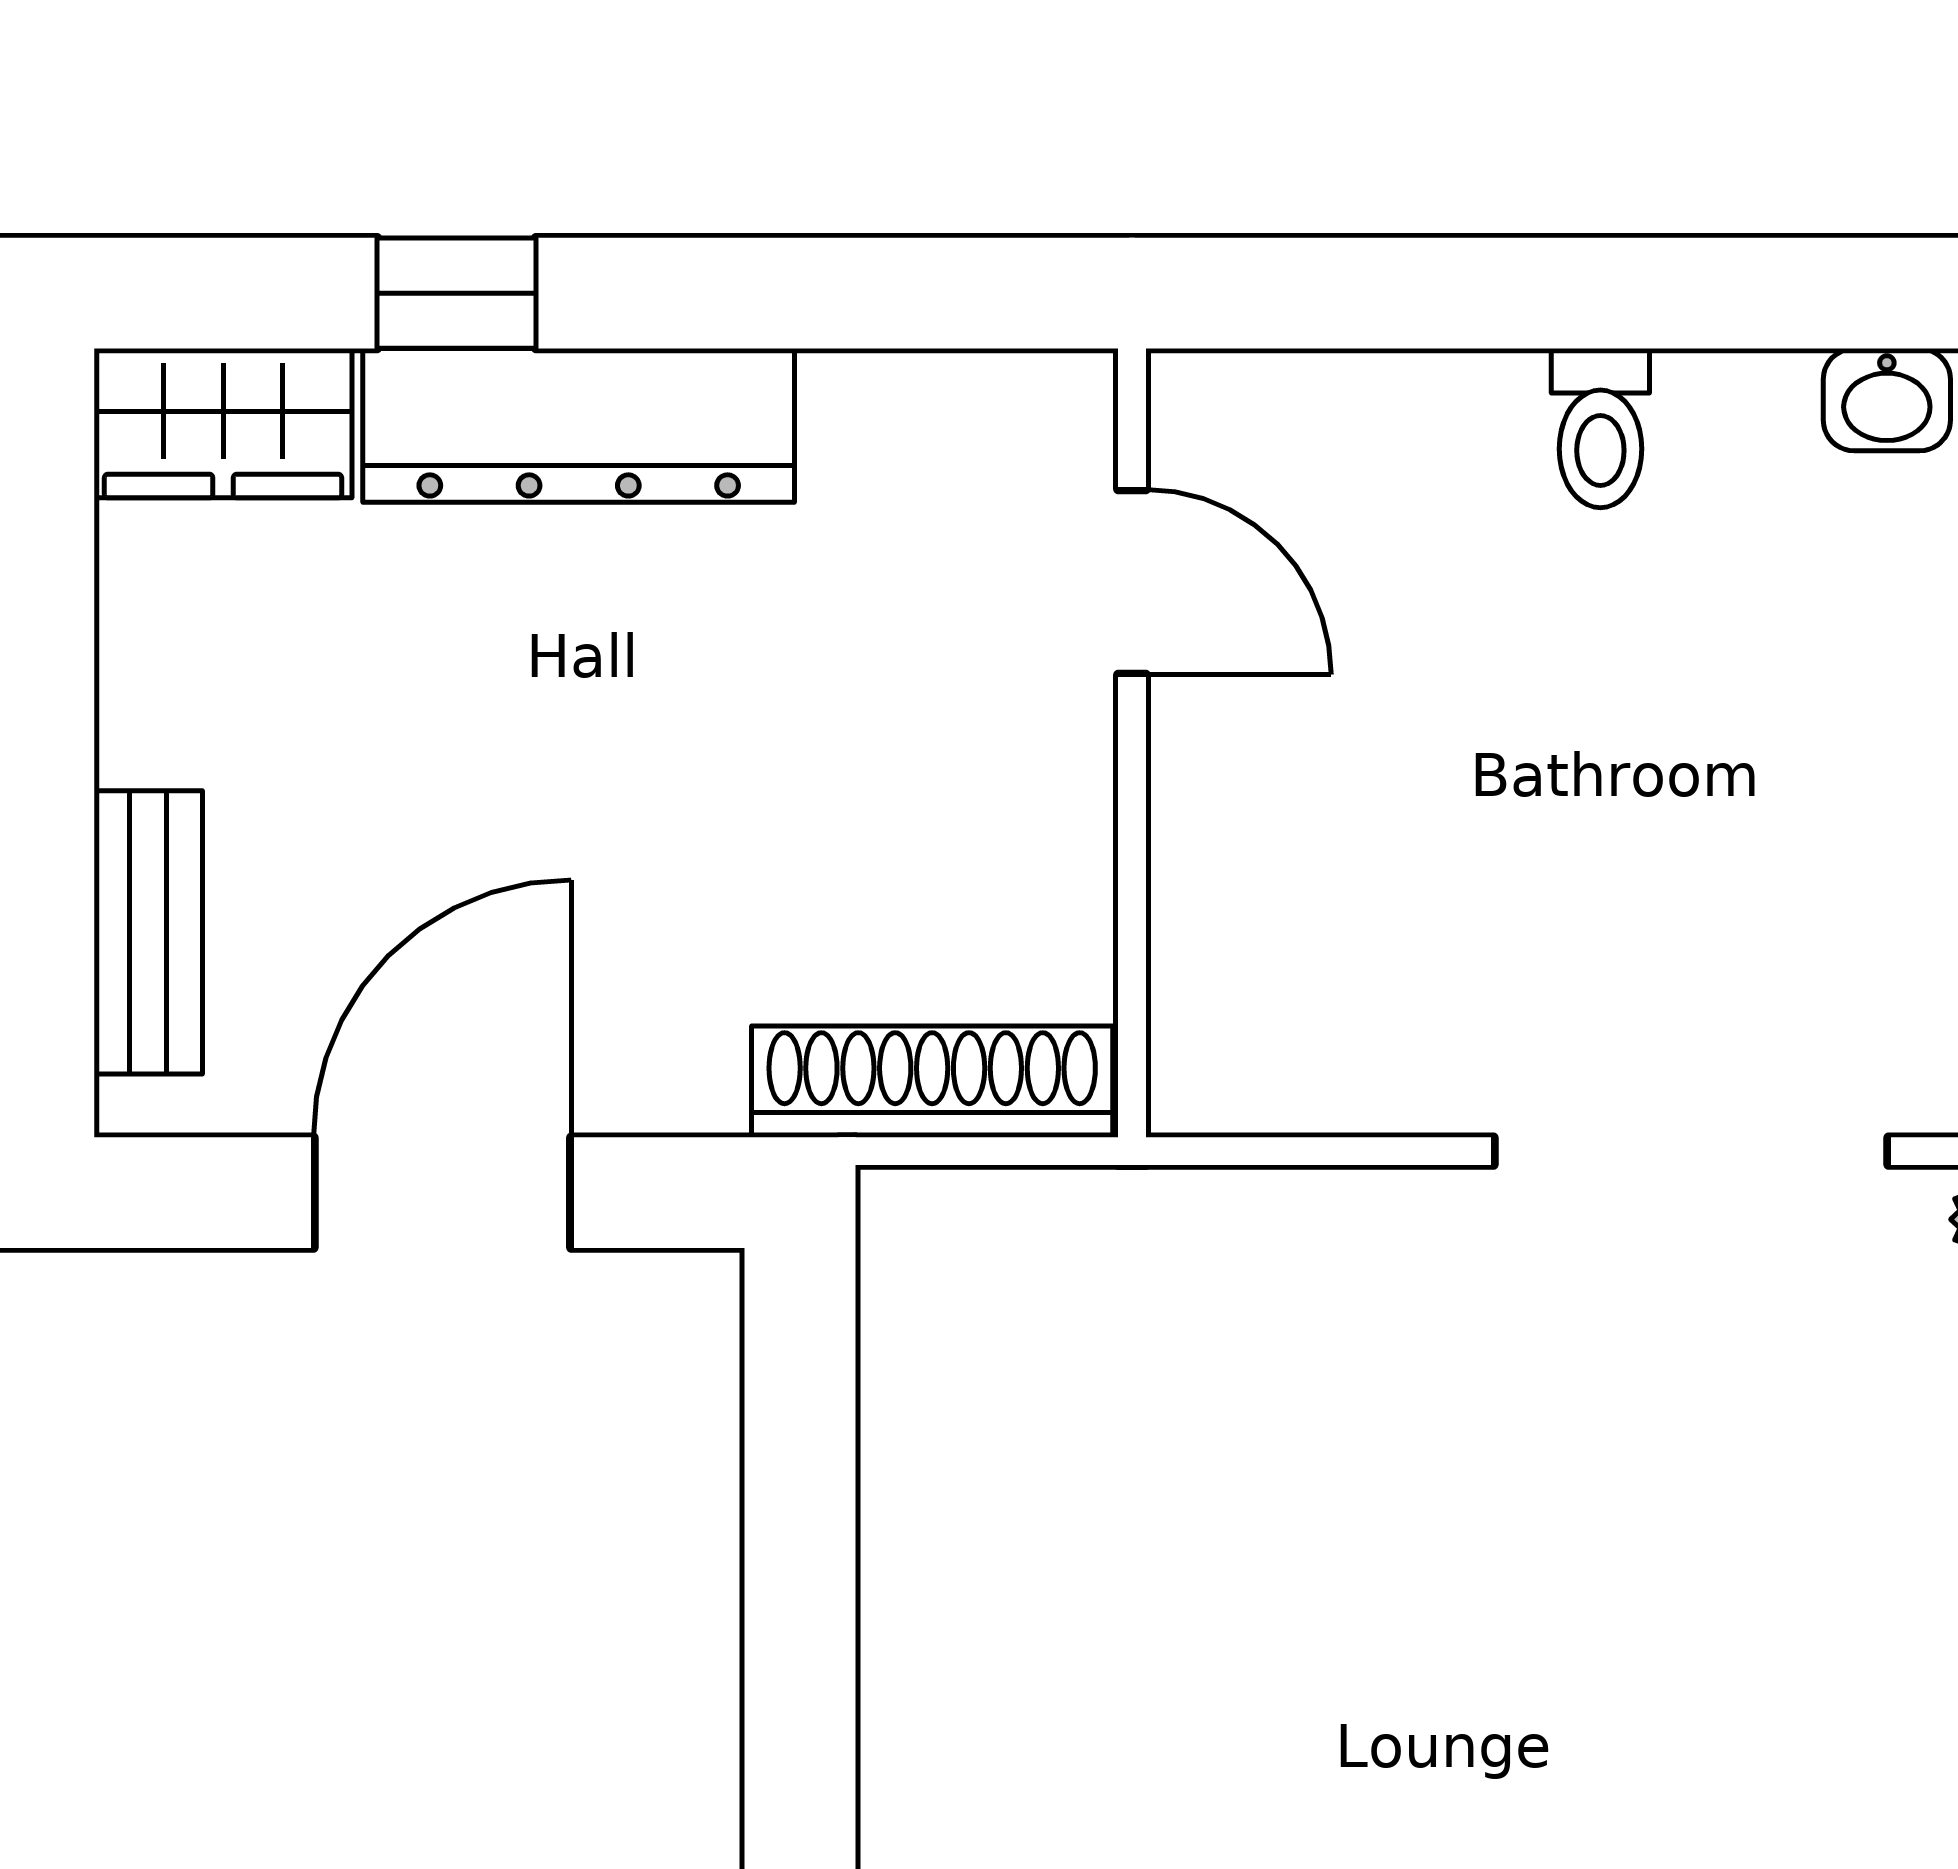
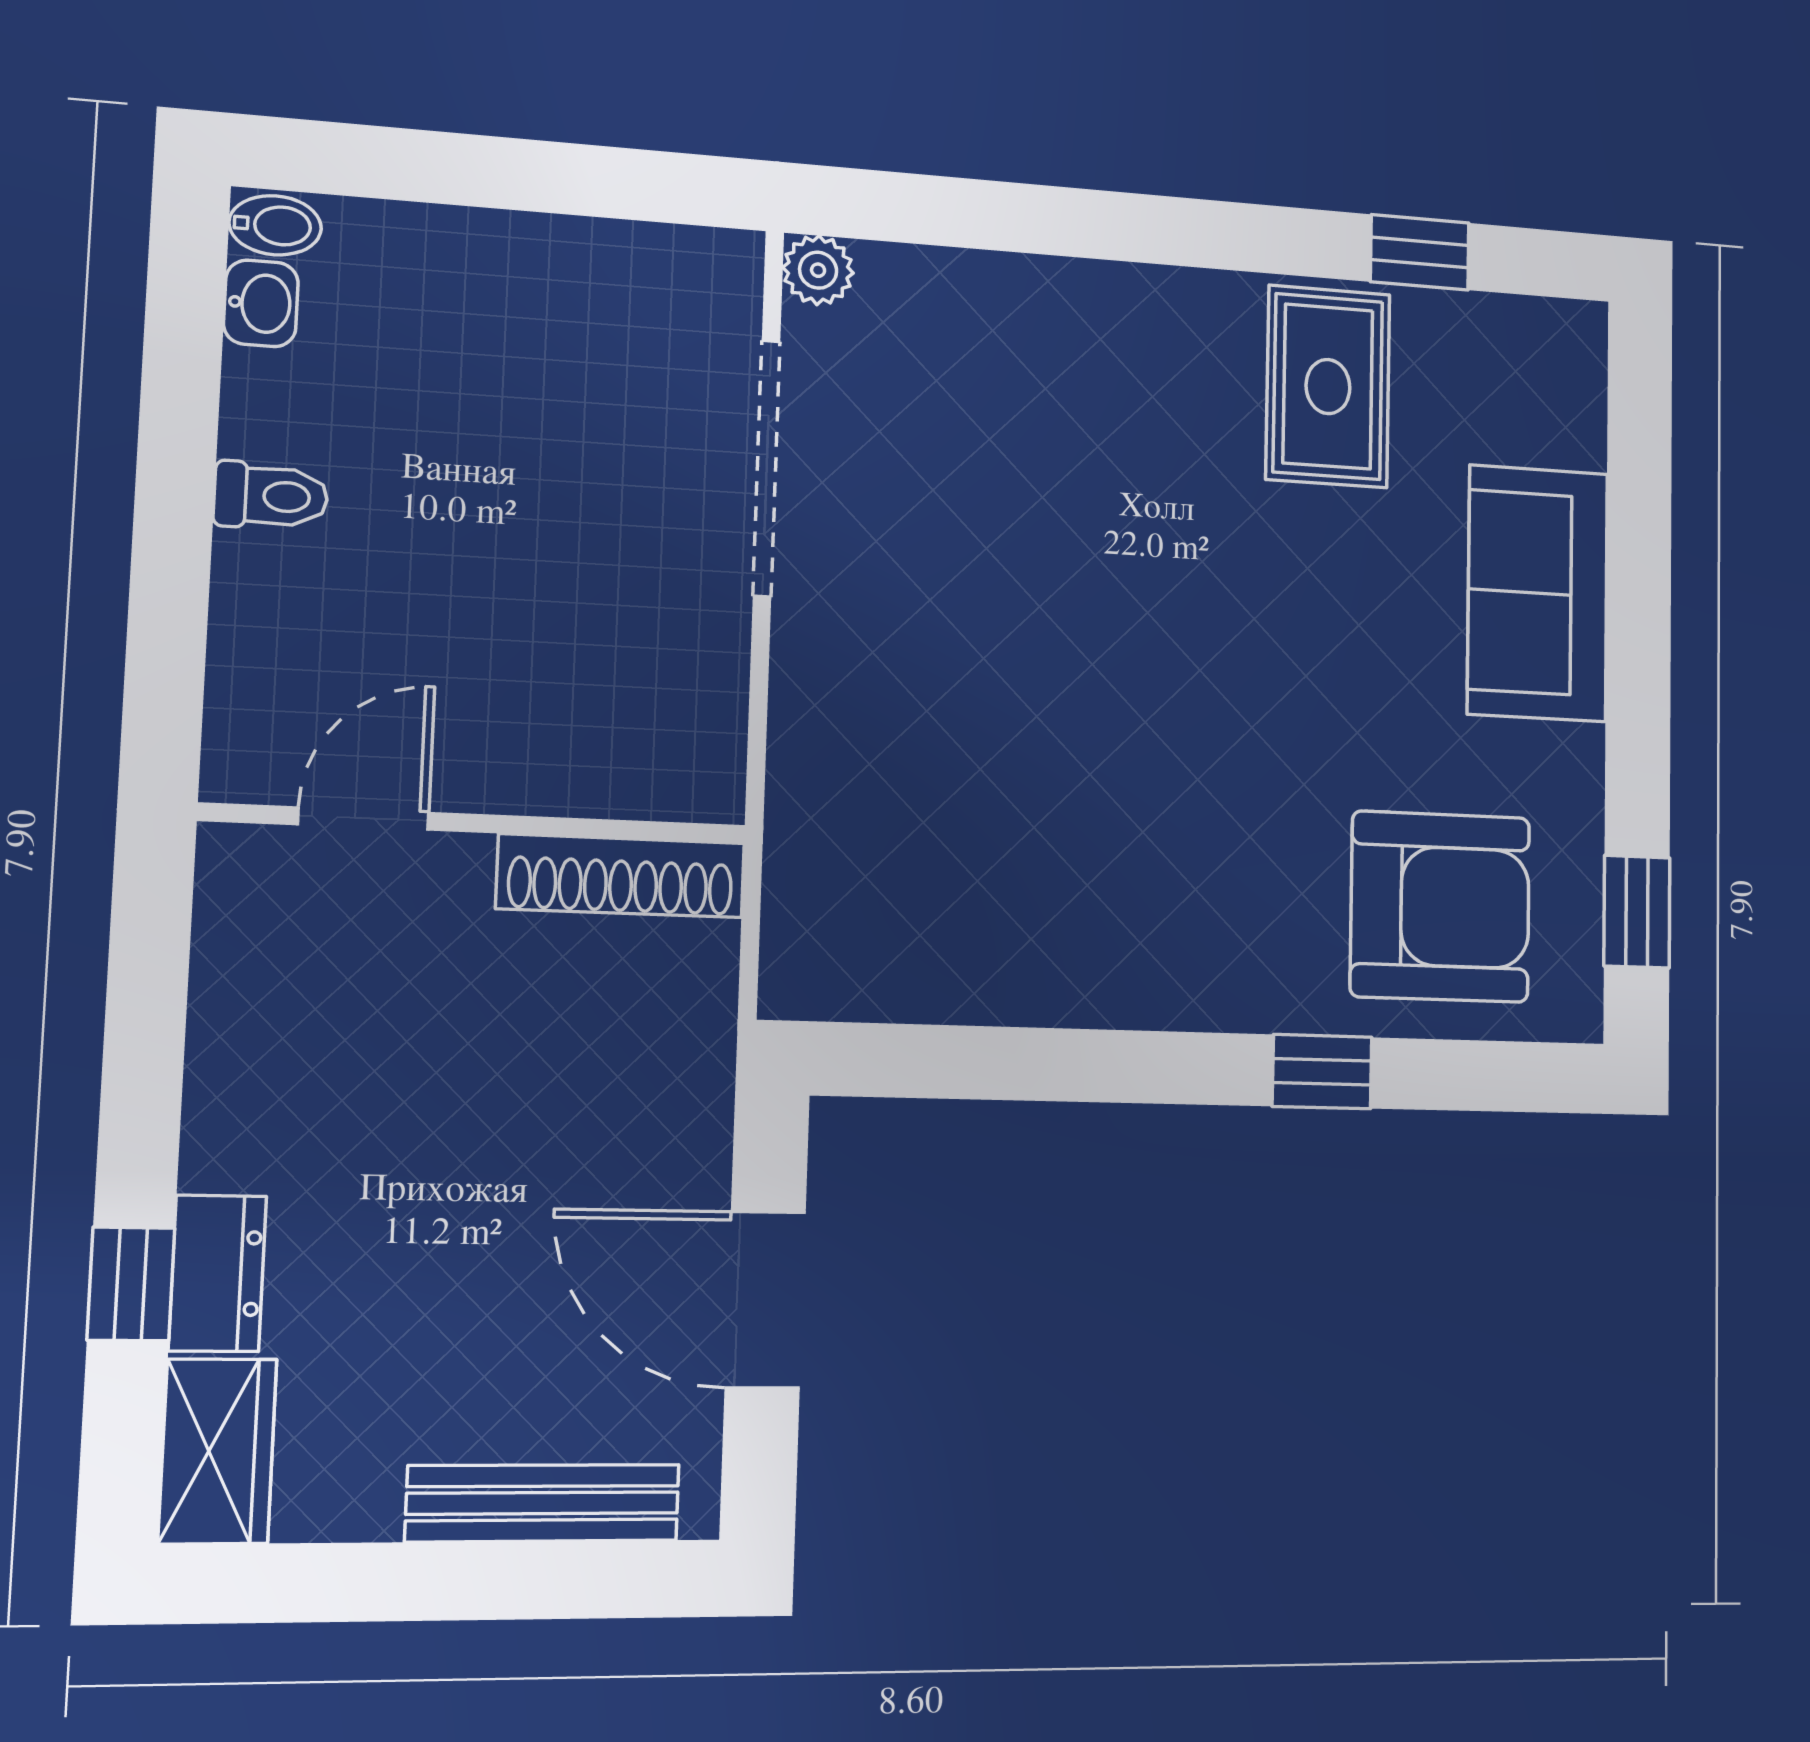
dresser: (579, 425) -> (217, 1273), width x0.51, depth x0.80
bench: (148, 932) -> (543, 1503), width x1.36
shoe rack: (932, 1082) -> (621, 876), moved, turned -90

